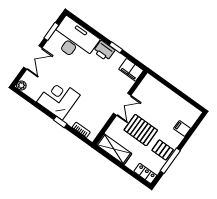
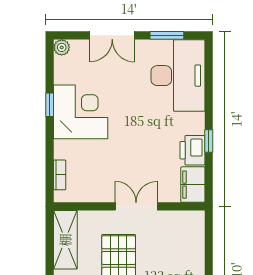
printer: (104, 51) -> (192, 150), moved
double door: (122, 104) -> (136, 206), swing flipped
window: (60, 122) -> (50, 105), moved

